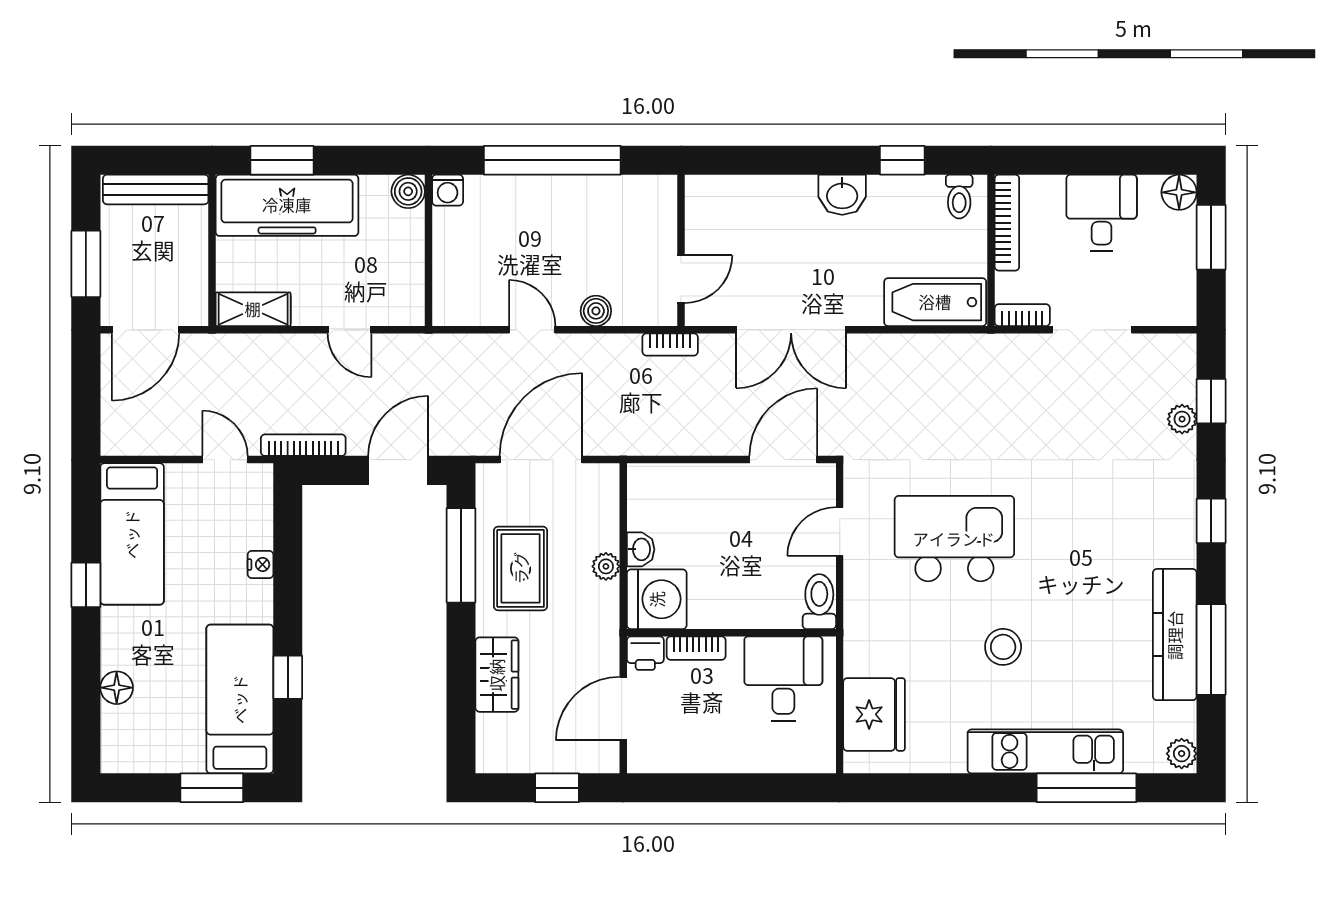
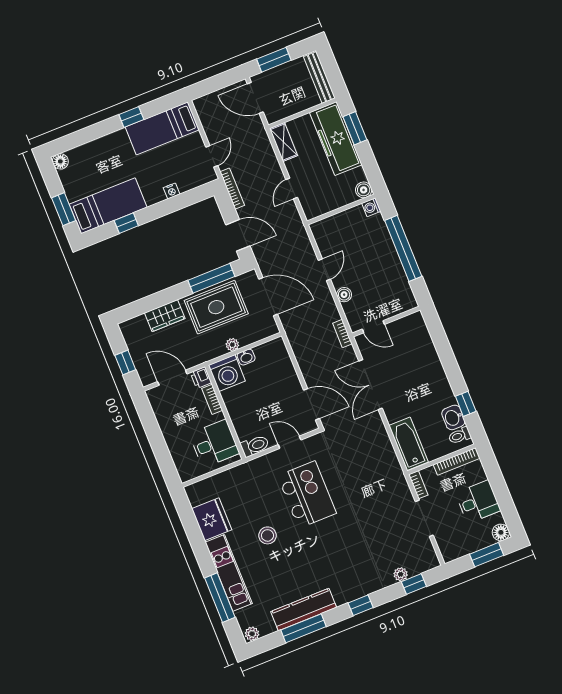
washbasin: (842, 195) -> (453, 417), moved
rug: (521, 568) -> (216, 307), width x1.36, depth x1.43
floor lamp: (117, 688) -> (60, 161), moved
fridge: (874, 714) -> (212, 519), moved, turned -90

